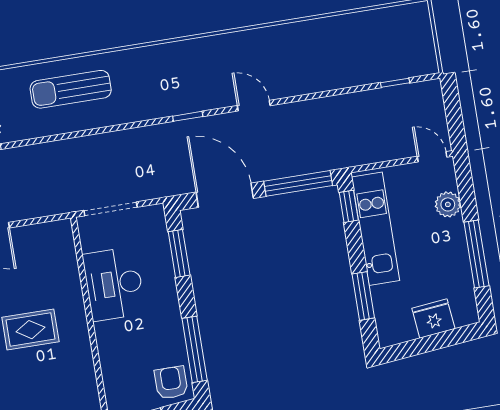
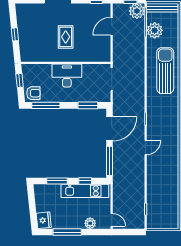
sun lounger: (71, 89) -> (165, 71), width x1.36, depth x1.34
door: (432, 157) -> (112, 220), hinge flipped
window: (349, 206) -> (85, 181), moved
desk: (114, 284) -> (67, 76), moved
fridge: (433, 319) -> (44, 220), moved

